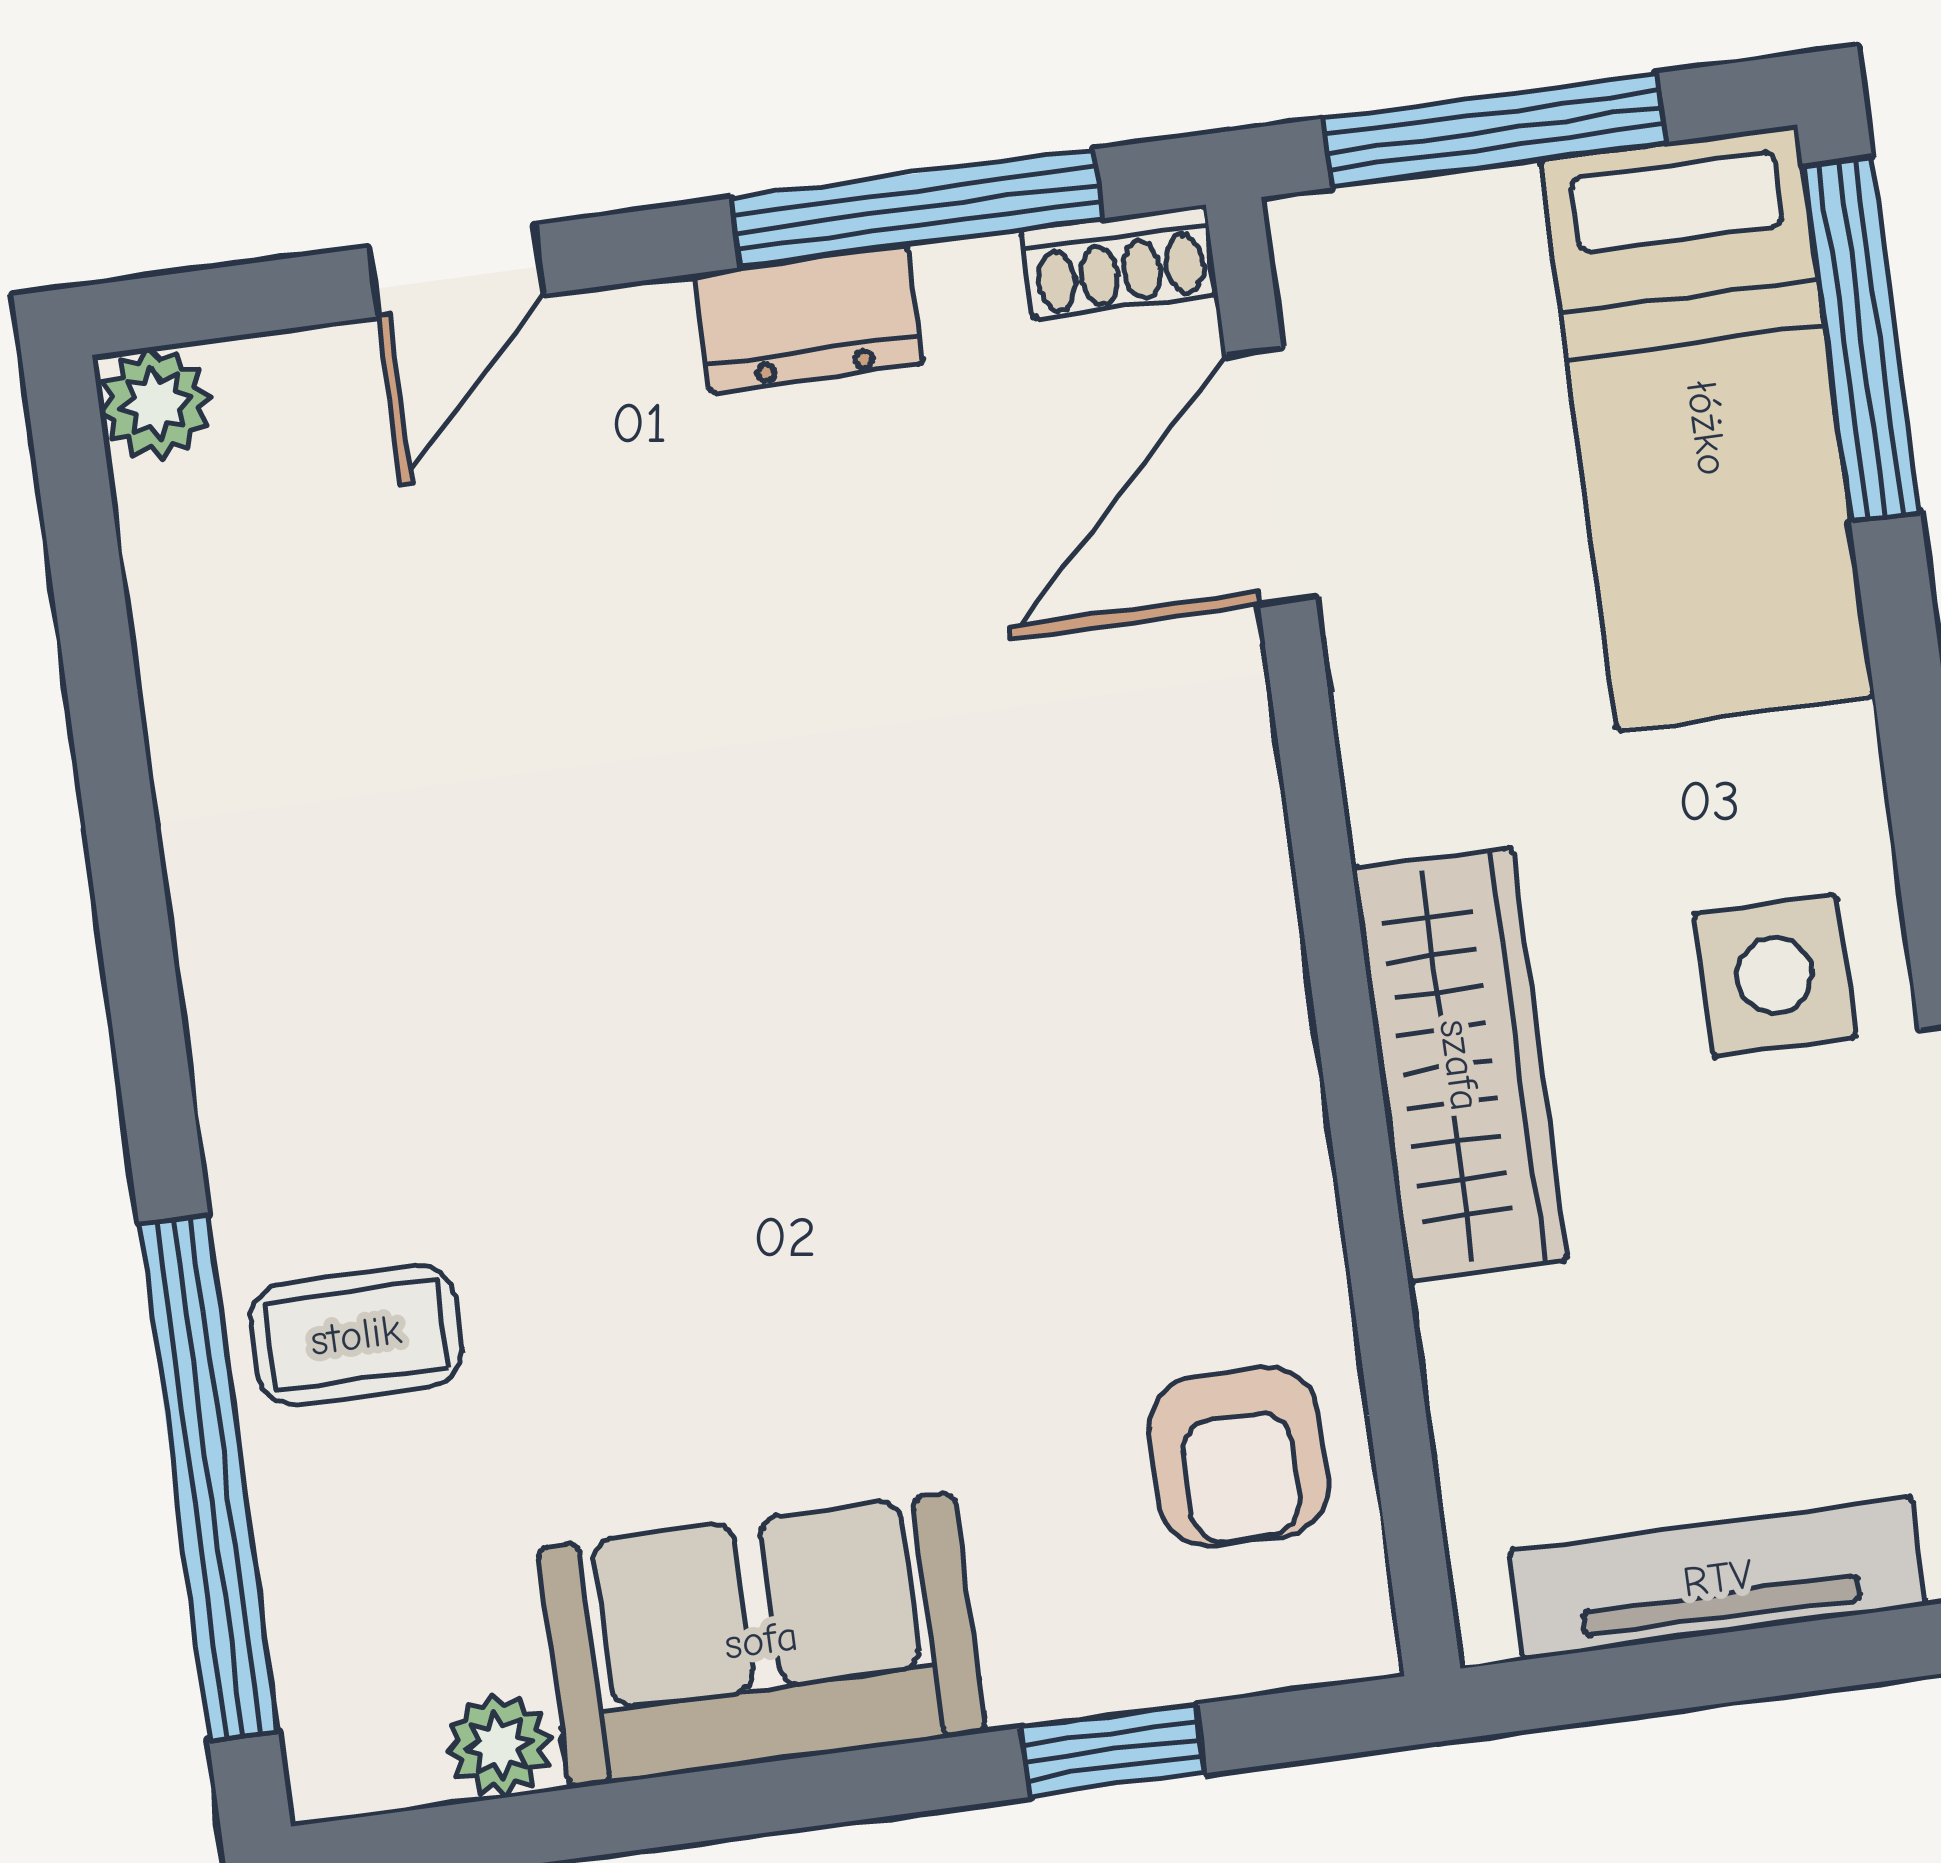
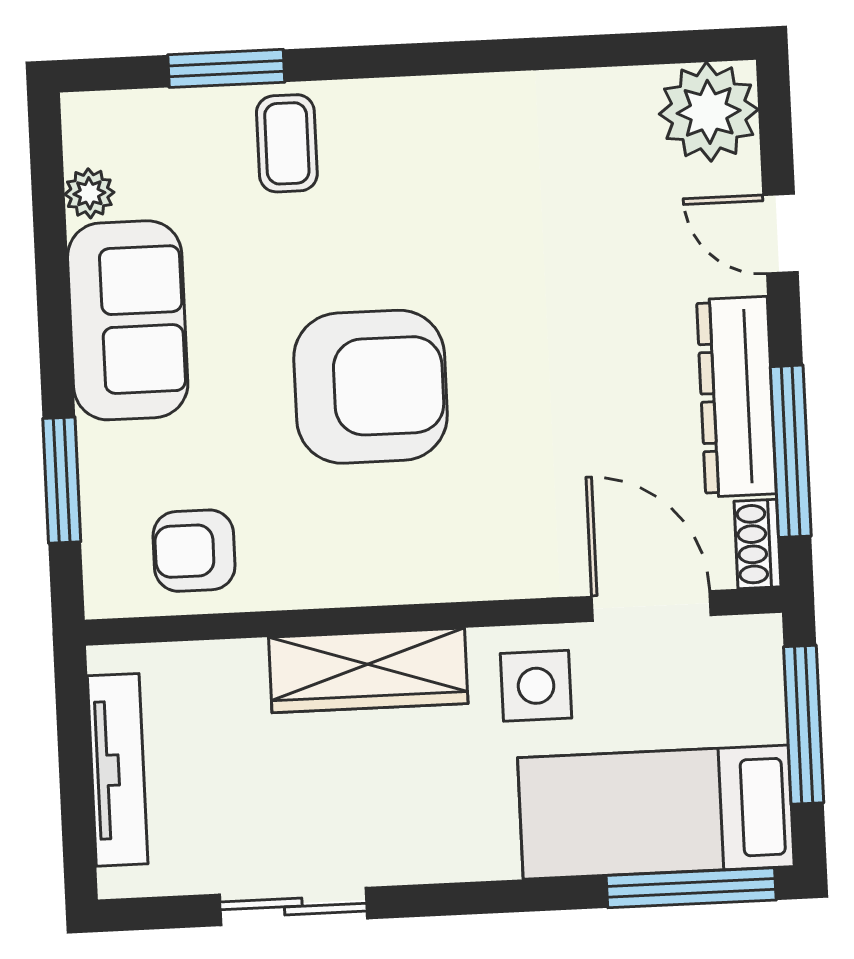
dresser: (808, 319) -> (737, 397), width x1.96, depth x1.24
plant: (155, 403) -> (709, 112), width x1.87, depth x1.87
side table: (1774, 975) -> (536, 686), moved
armchair: (857, 1113) -> (371, 387), added
window: (209, 1478) -> (226, 68), width x0.47
window: (1113, 1751) -> (62, 480), width x1.50

